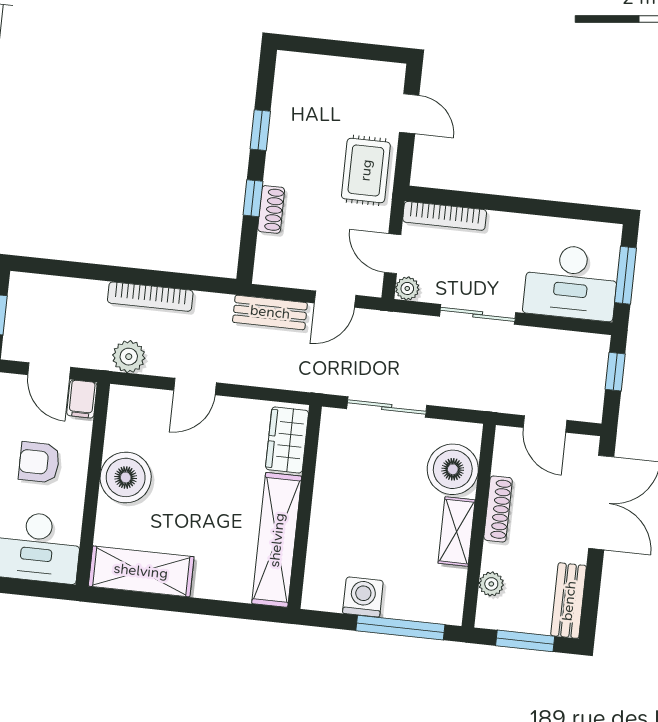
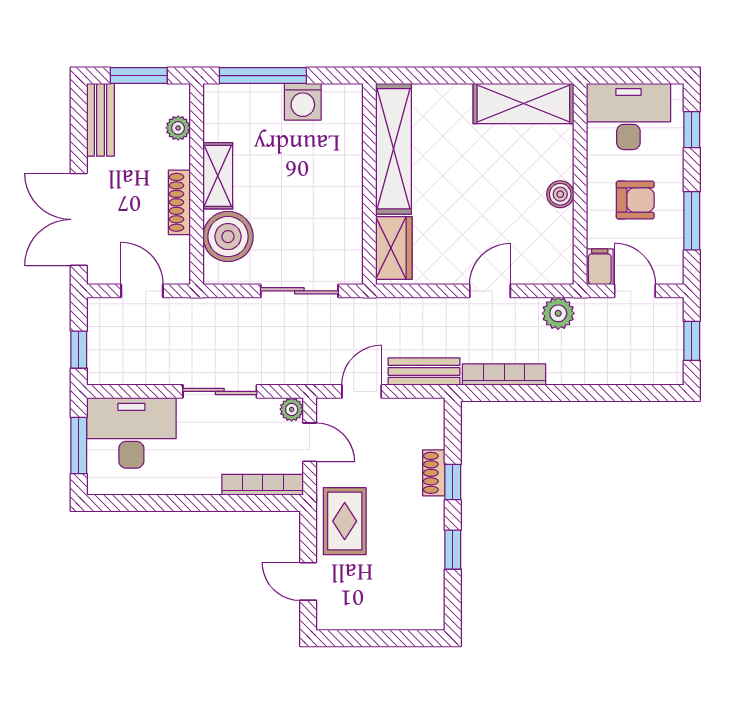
bookcase: (150, 297) -> (504, 374), moved
boiler: (126, 477) -> (560, 194), width x0.54, depth x0.54

